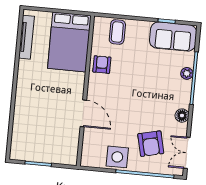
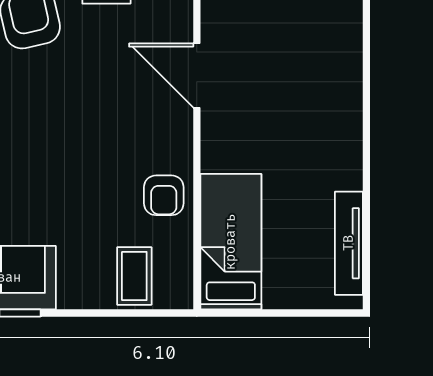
bed: (69, 42) -> (231, 242), width x0.67

